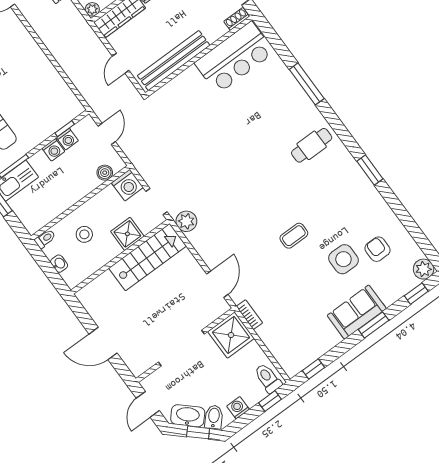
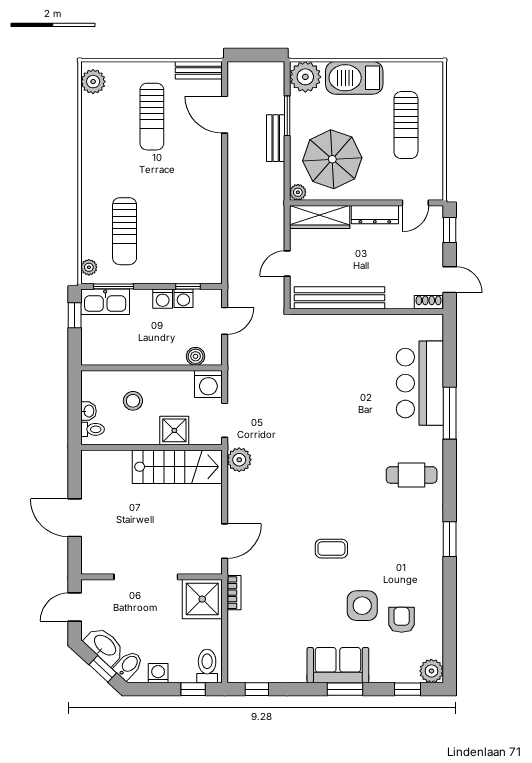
bar counter: (234, 58) -> (420, 383), moved, turned 90
toilet: (45, 239) -> (93, 429), moved

